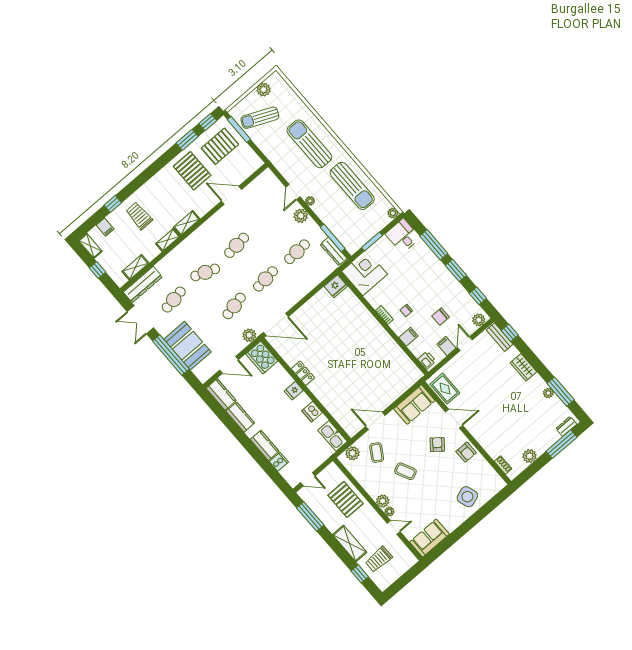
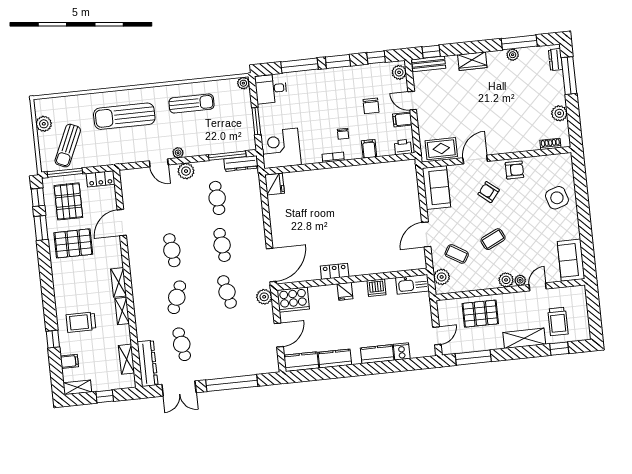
locker: (252, 158) -> (100, 179), added
sun lounger: (352, 186) -> (191, 104), width x0.73, depth x0.75
booth: (187, 346) -> (234, 361), removed

